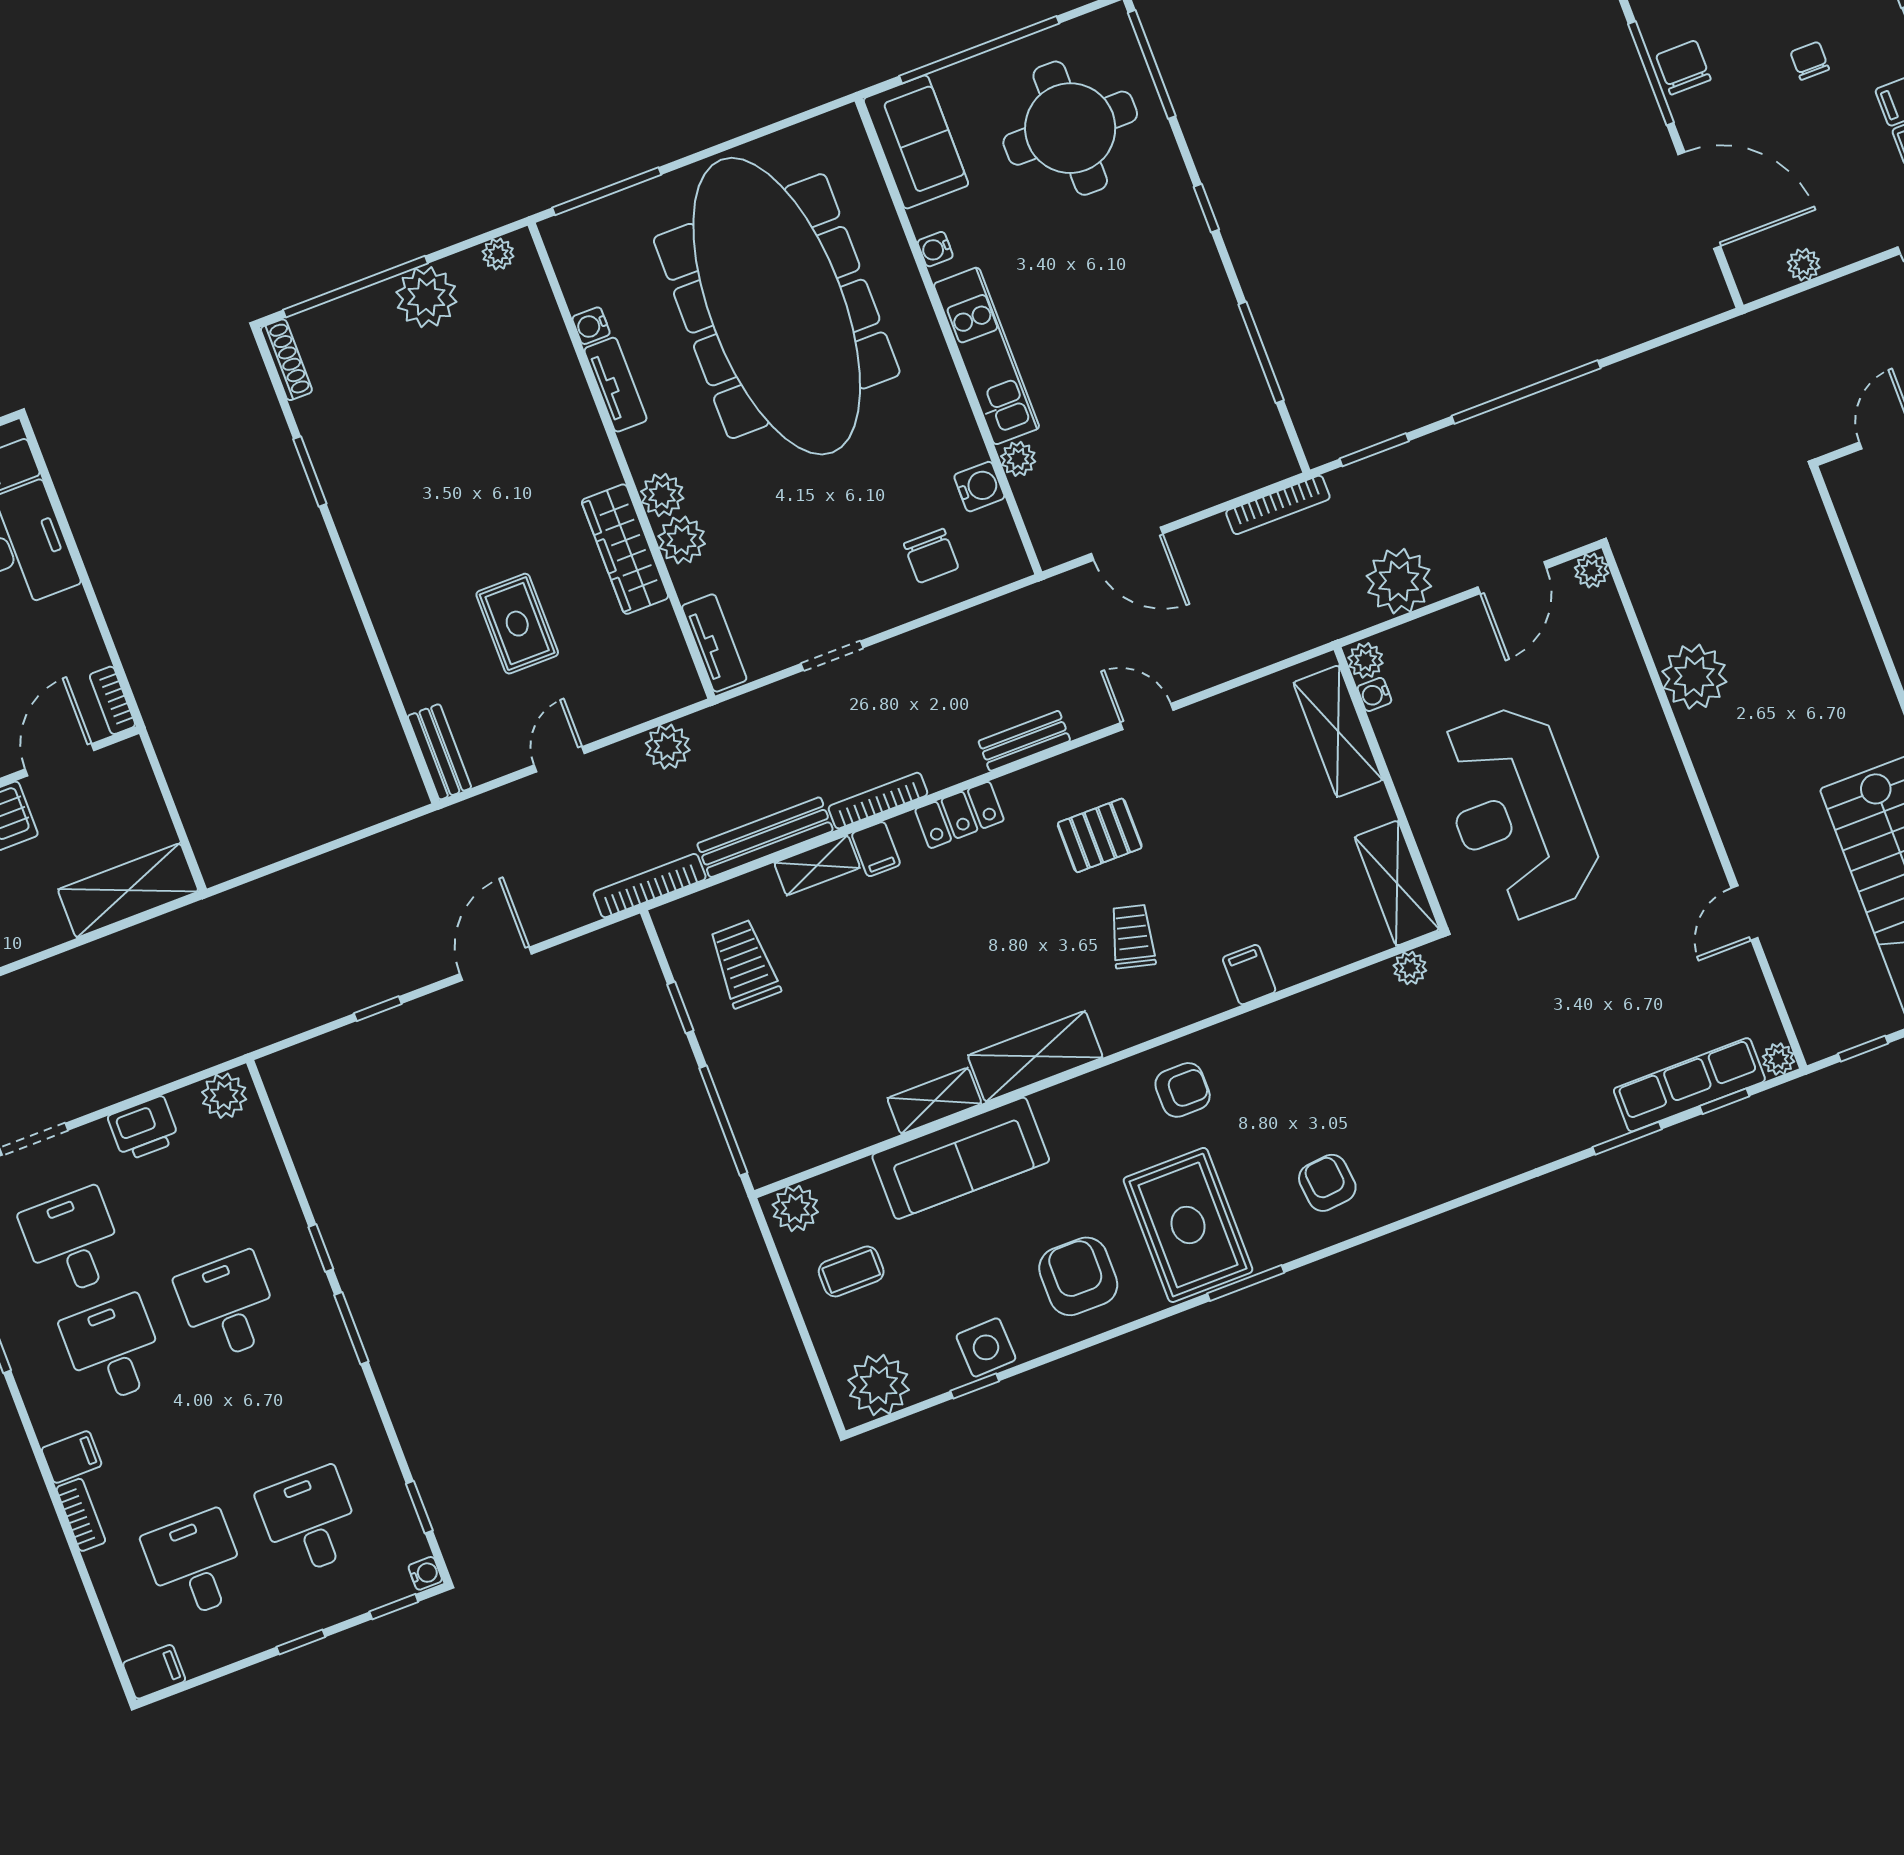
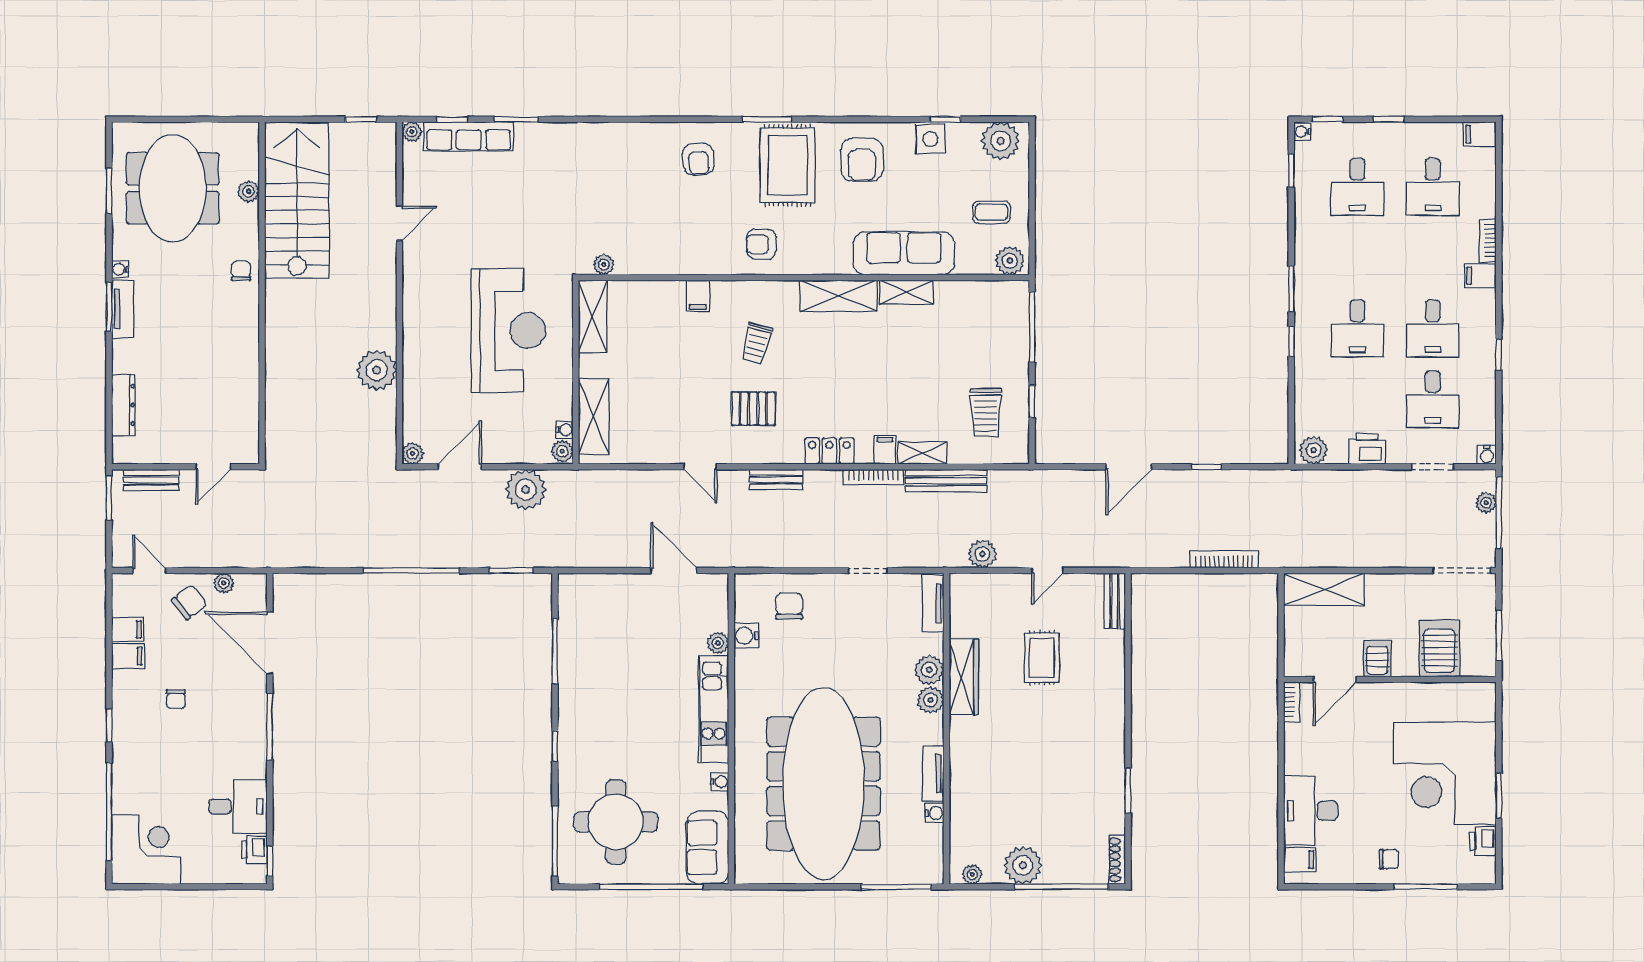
chair: (1683, 67) -> (189, 602), moved, turned -128
bookcase: (1278, 505) -> (579, 560), removed
bookcase: (650, 886) -> (1224, 559), moved, turned 180

